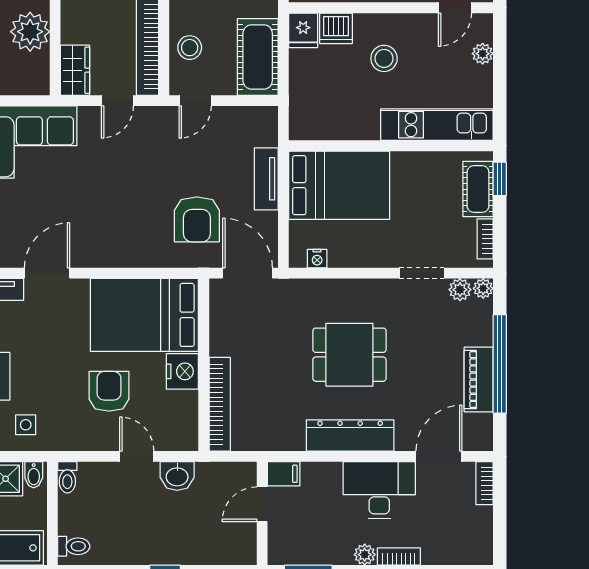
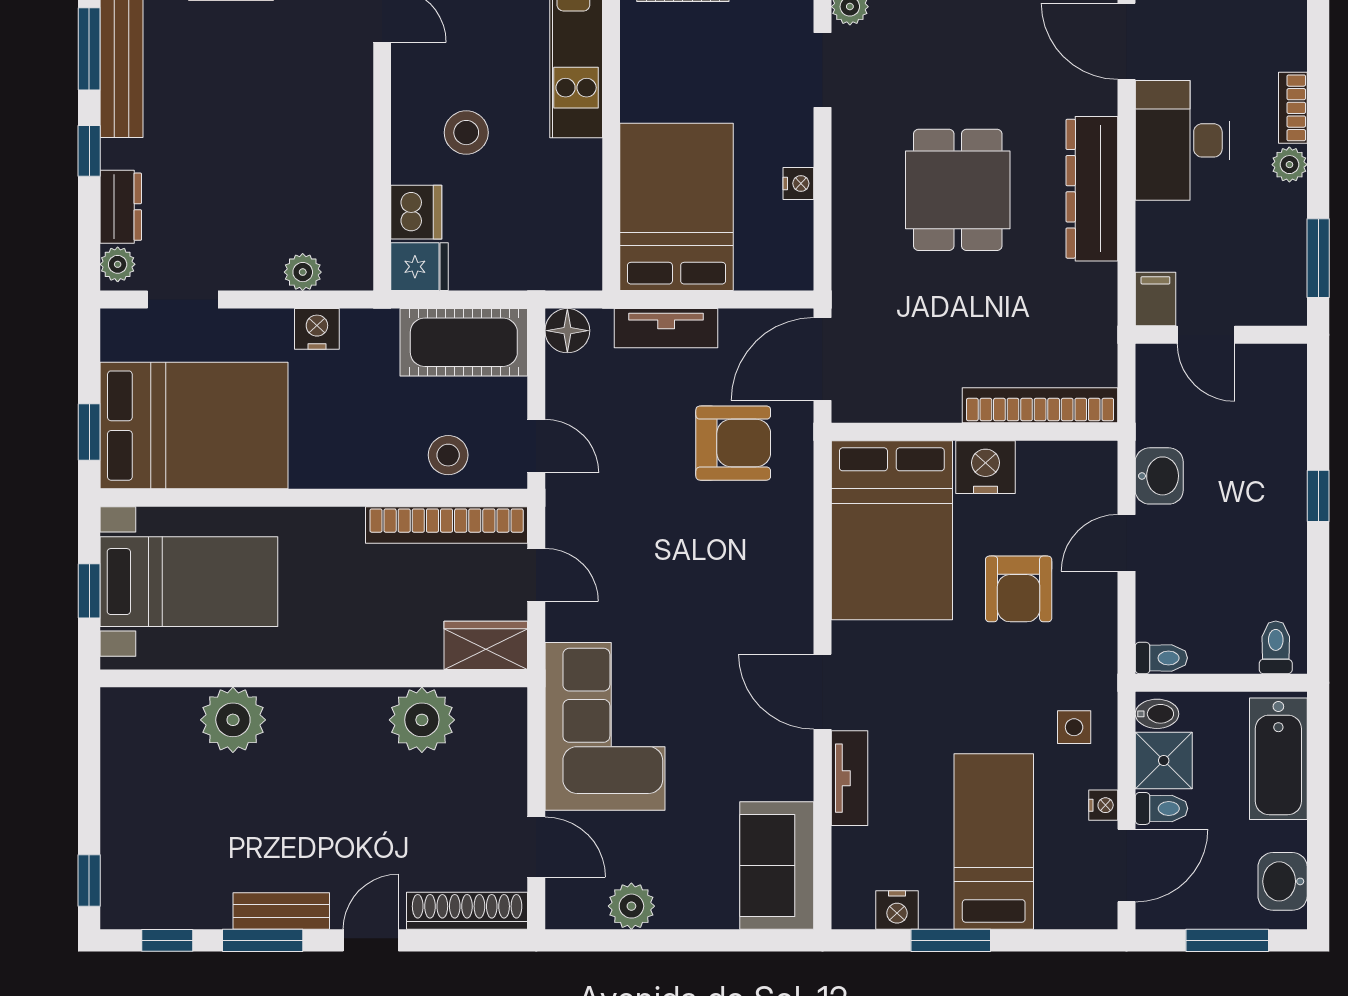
floor lamp: (265, 119) -> (567, 331), added
nightstand: (317, 259) -> (798, 183), moved
armchair: (109, 391) -> (1019, 589), turned -90

